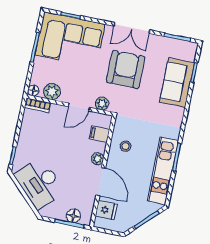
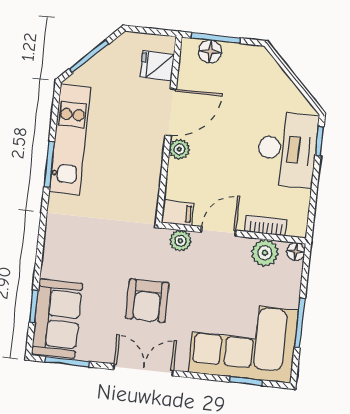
armchair: (126, 69) -> (147, 301), width x0.73, depth x0.73
sofa: (177, 83) -> (57, 319), moved
bookcase: (37, 105) -> (266, 226), moved
filing cabinet: (99, 134) -> (178, 213), moved
stool: (126, 146) -> (135, 174), removed
door: (101, 182) -> (171, 112), swing flipped
desk: (39, 183) -> (287, 149), moved, turned 45

